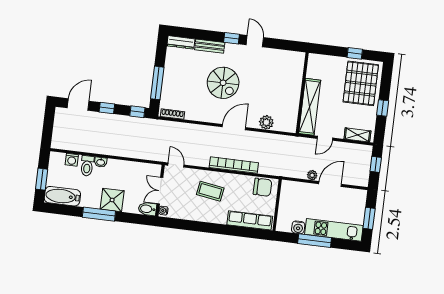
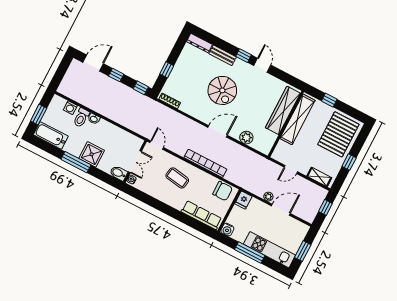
window: (355, 53) -> (329, 100), moved
wardrobe: (294, 80) -> (283, 110), added
window: (157, 83) -> (167, 70), width x0.46
shelving: (310, 107) -> (297, 119), moved
fridge: (288, 188) -> (243, 200), added
double door: (160, 191) -> (135, 162), swing flipped
water cooler: (298, 227) -> (227, 230), moved

